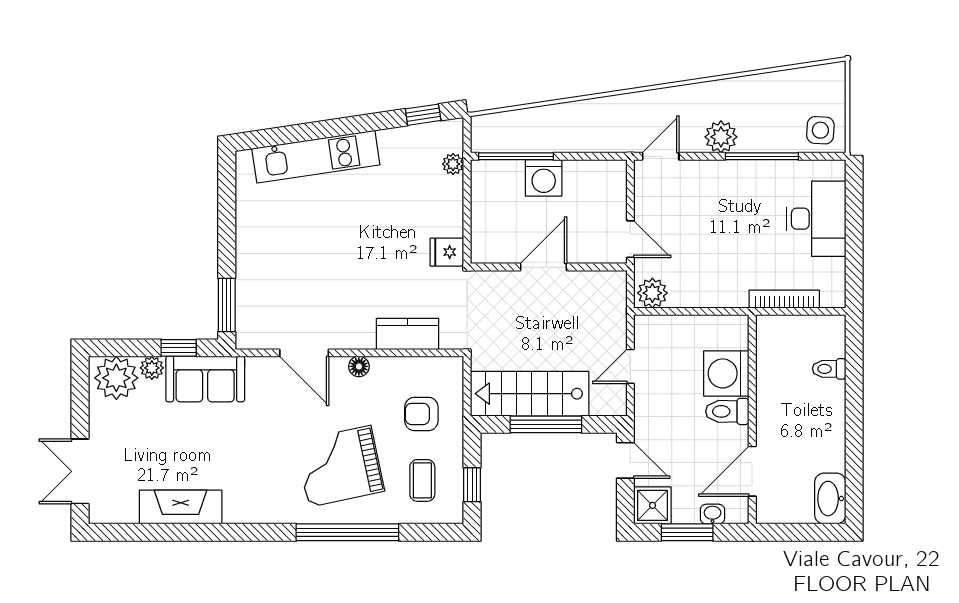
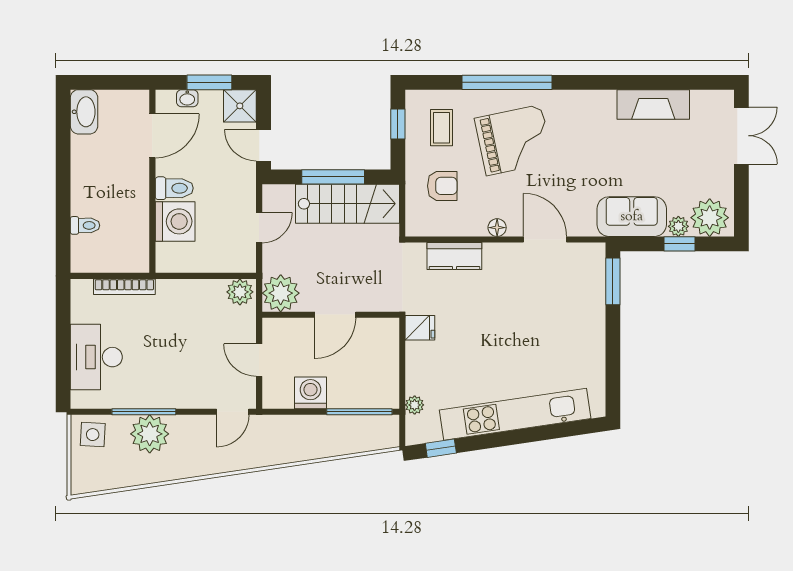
plant: (721, 137) -> (150, 434), moved, width x1.36, depth x1.36
kitchen unit: (316, 157) -> (515, 414), width x1.36
washing machine: (544, 178) -> (310, 393), moved
door: (630, 239) -> (259, 360), moved
plant: (606, 292) -> (281, 293), added
window: (179, 348) -> (680, 244), moved

